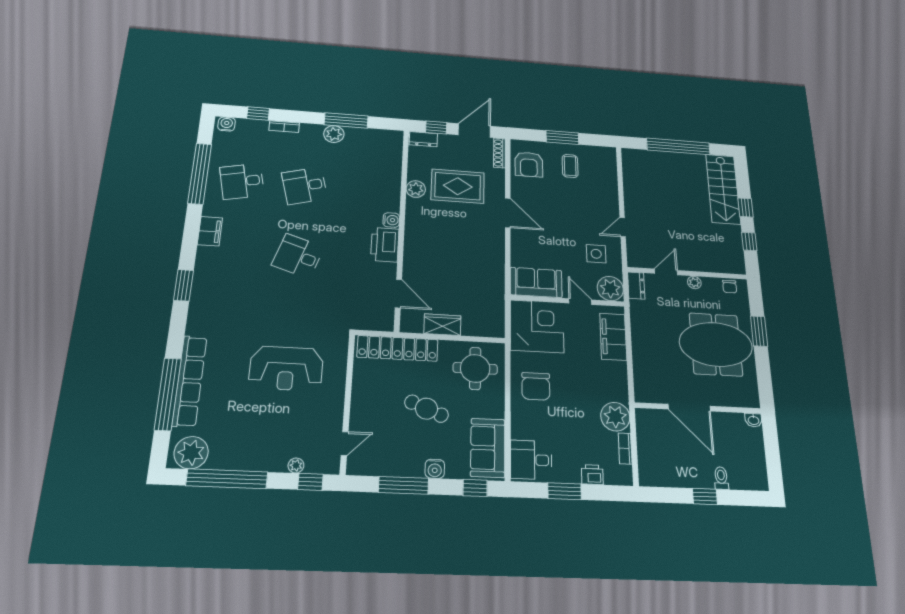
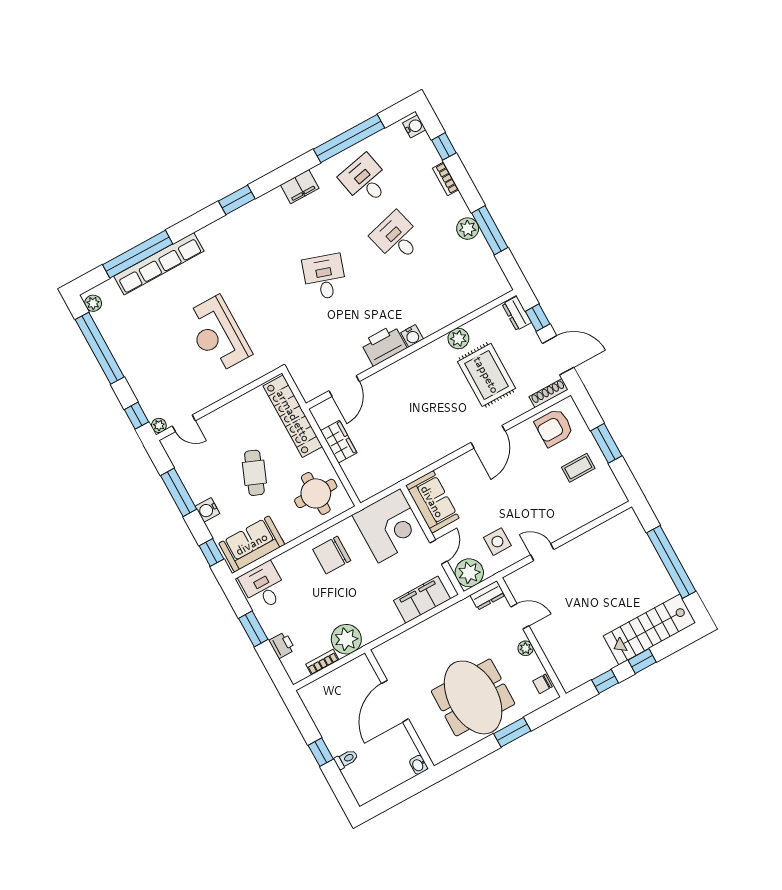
plant: (191, 453) -> (93, 303), width x0.53, depth x0.53
plant: (296, 465) -> (159, 425), moved

